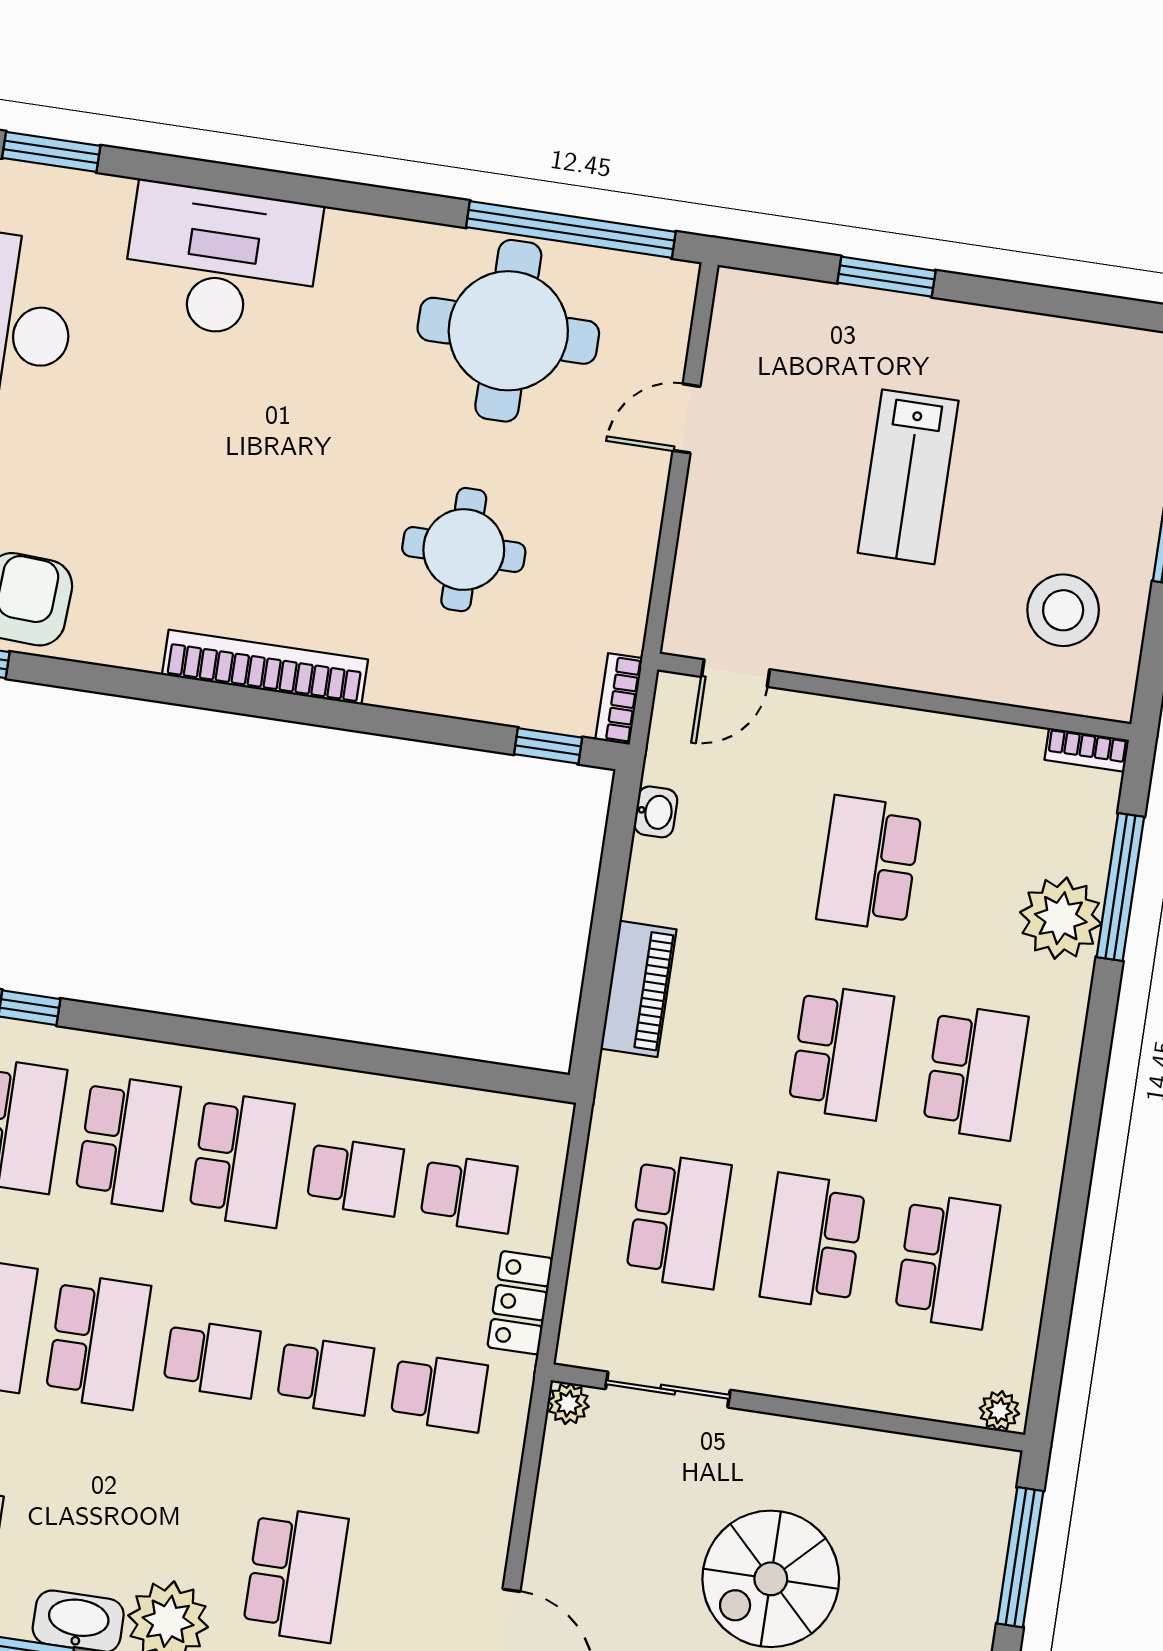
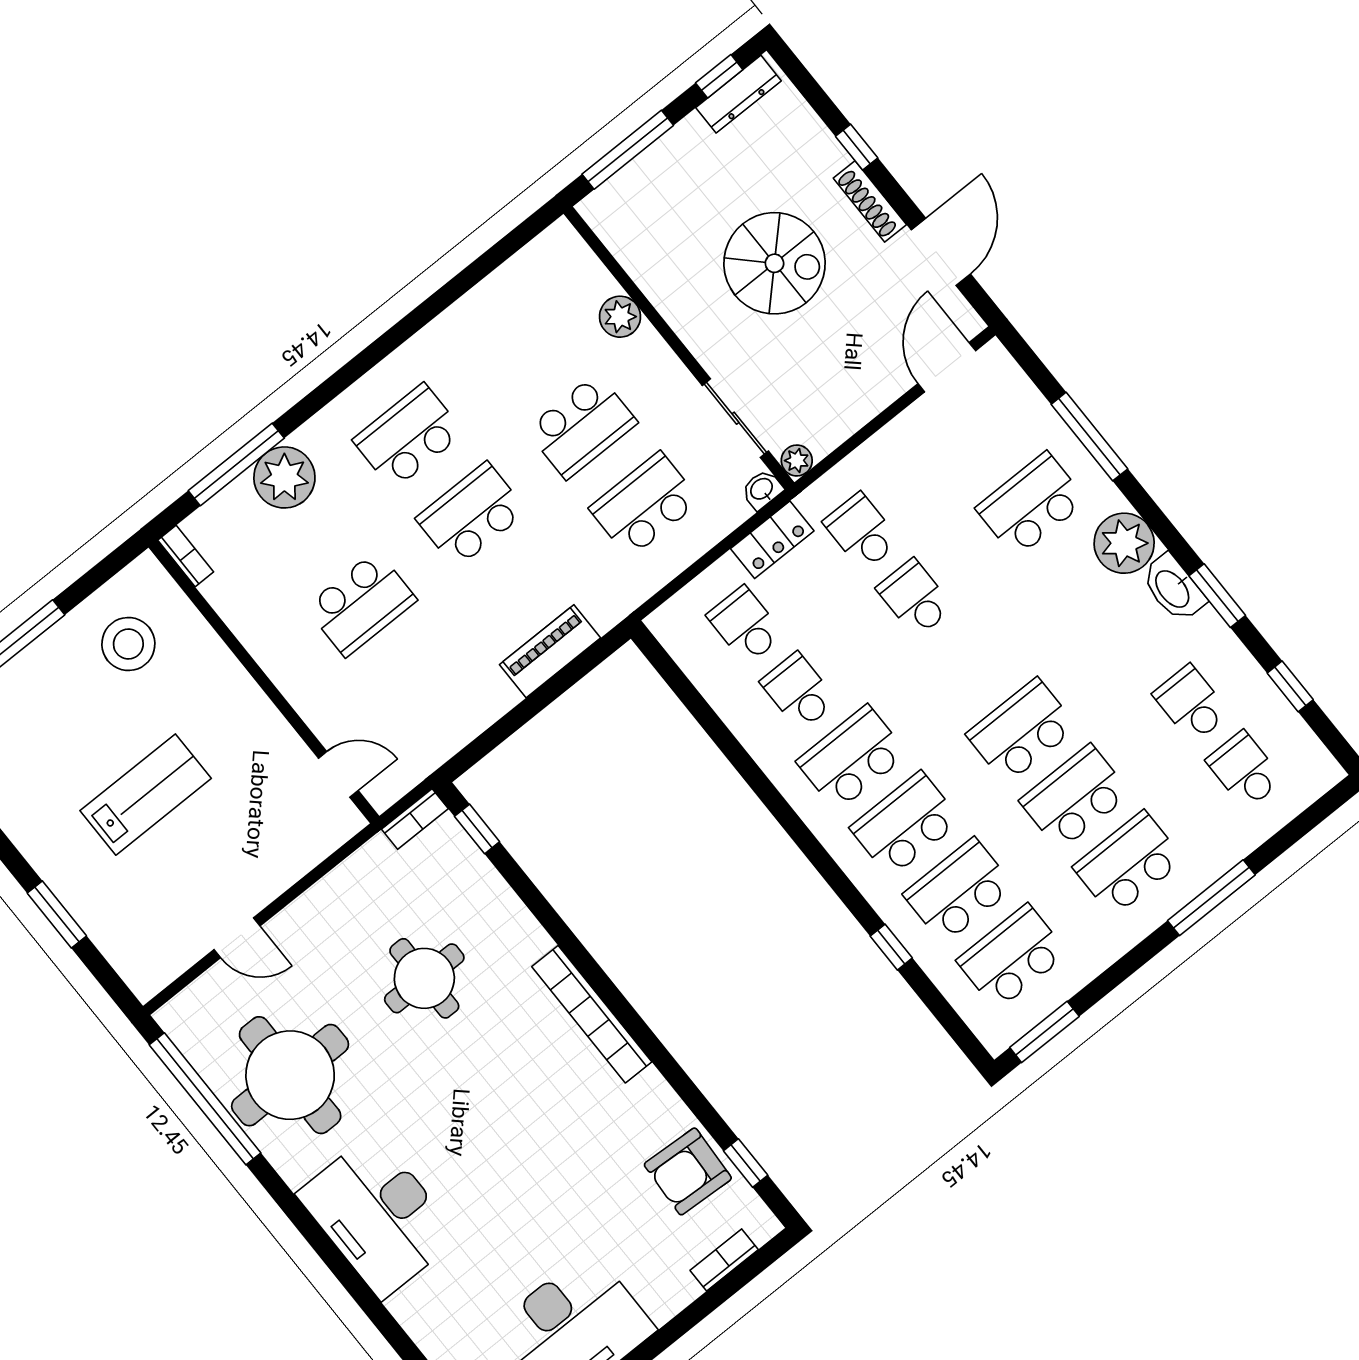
desk: (222, 262) -> (378, 1216), moved
washbasin: (656, 812) -> (762, 489), moved
school desk: (947, 1261) -> (519, 348), removed
school desk: (212, 1358) -> (968, 664), removed
plant: (999, 1411) -> (620, 317), moved, width x1.38, depth x1.38

